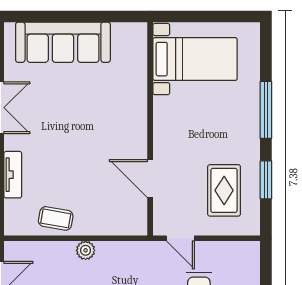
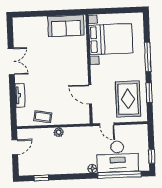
sofa: (63, 42) -> (66, 26), moved, width x0.73
bed with nightstands: (195, 59) -> (111, 39), width x1.36
rug: (224, 190) -> (128, 99), width x1.36, depth x1.43

